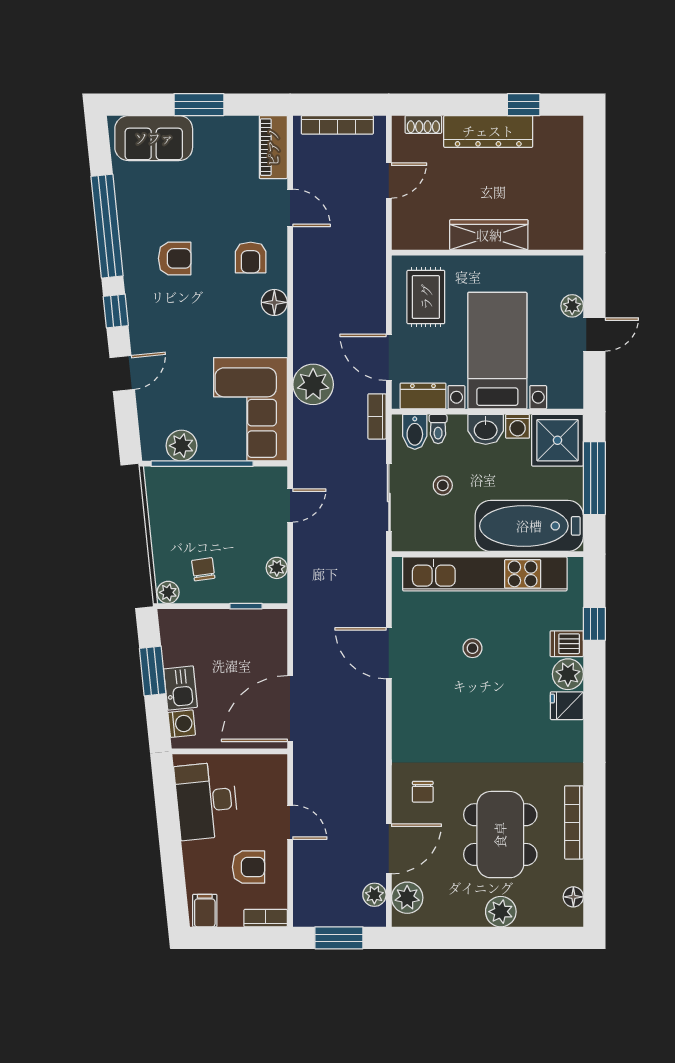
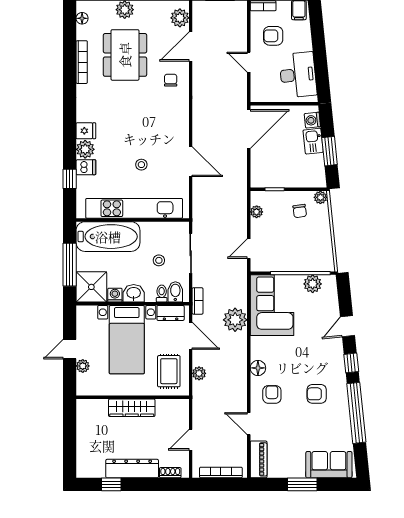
plant: (374, 895) -> (199, 373), moved

